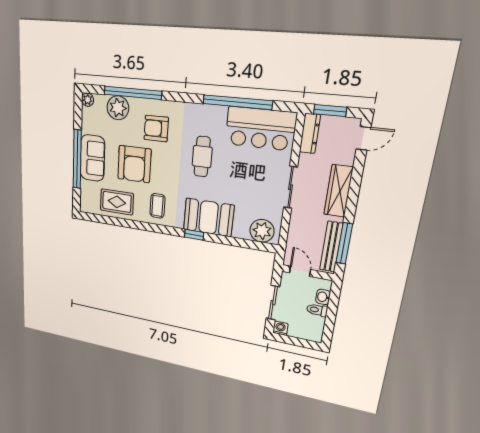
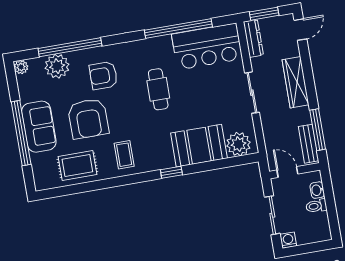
booth: (209, 217) -> (199, 146), moved
bench: (331, 247) -> (309, 144), width x0.73

